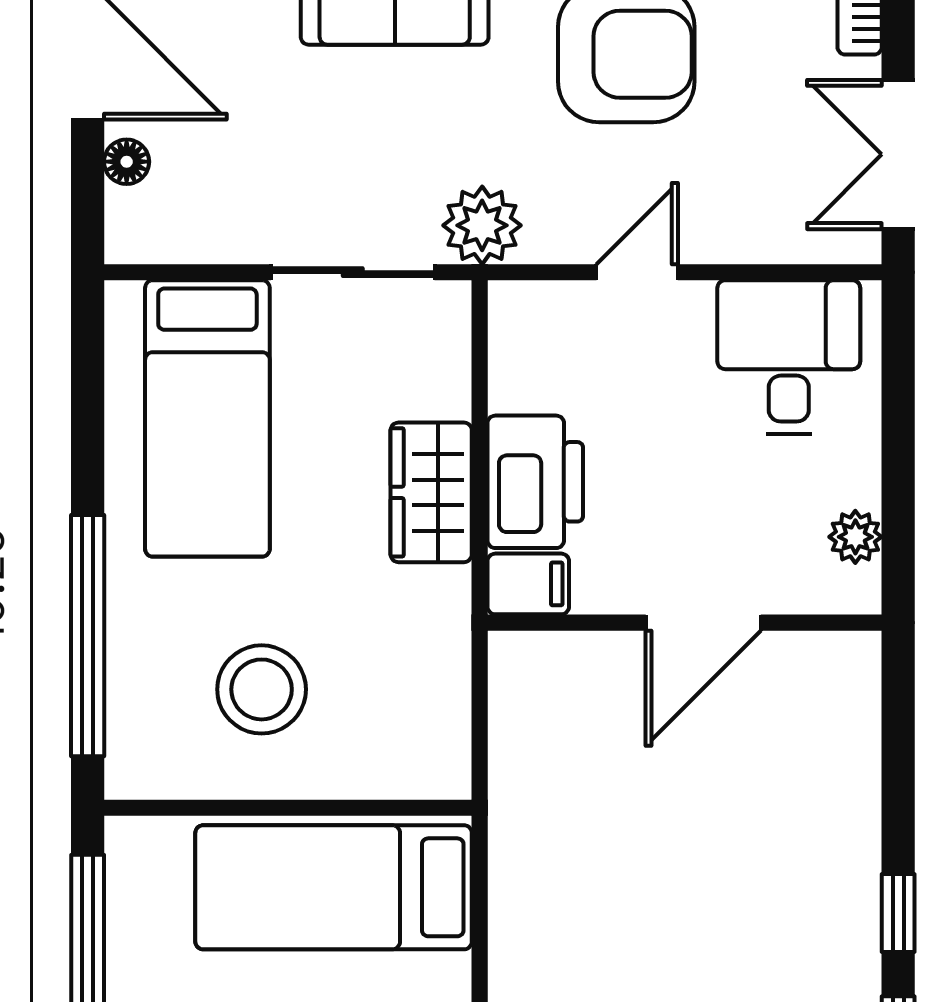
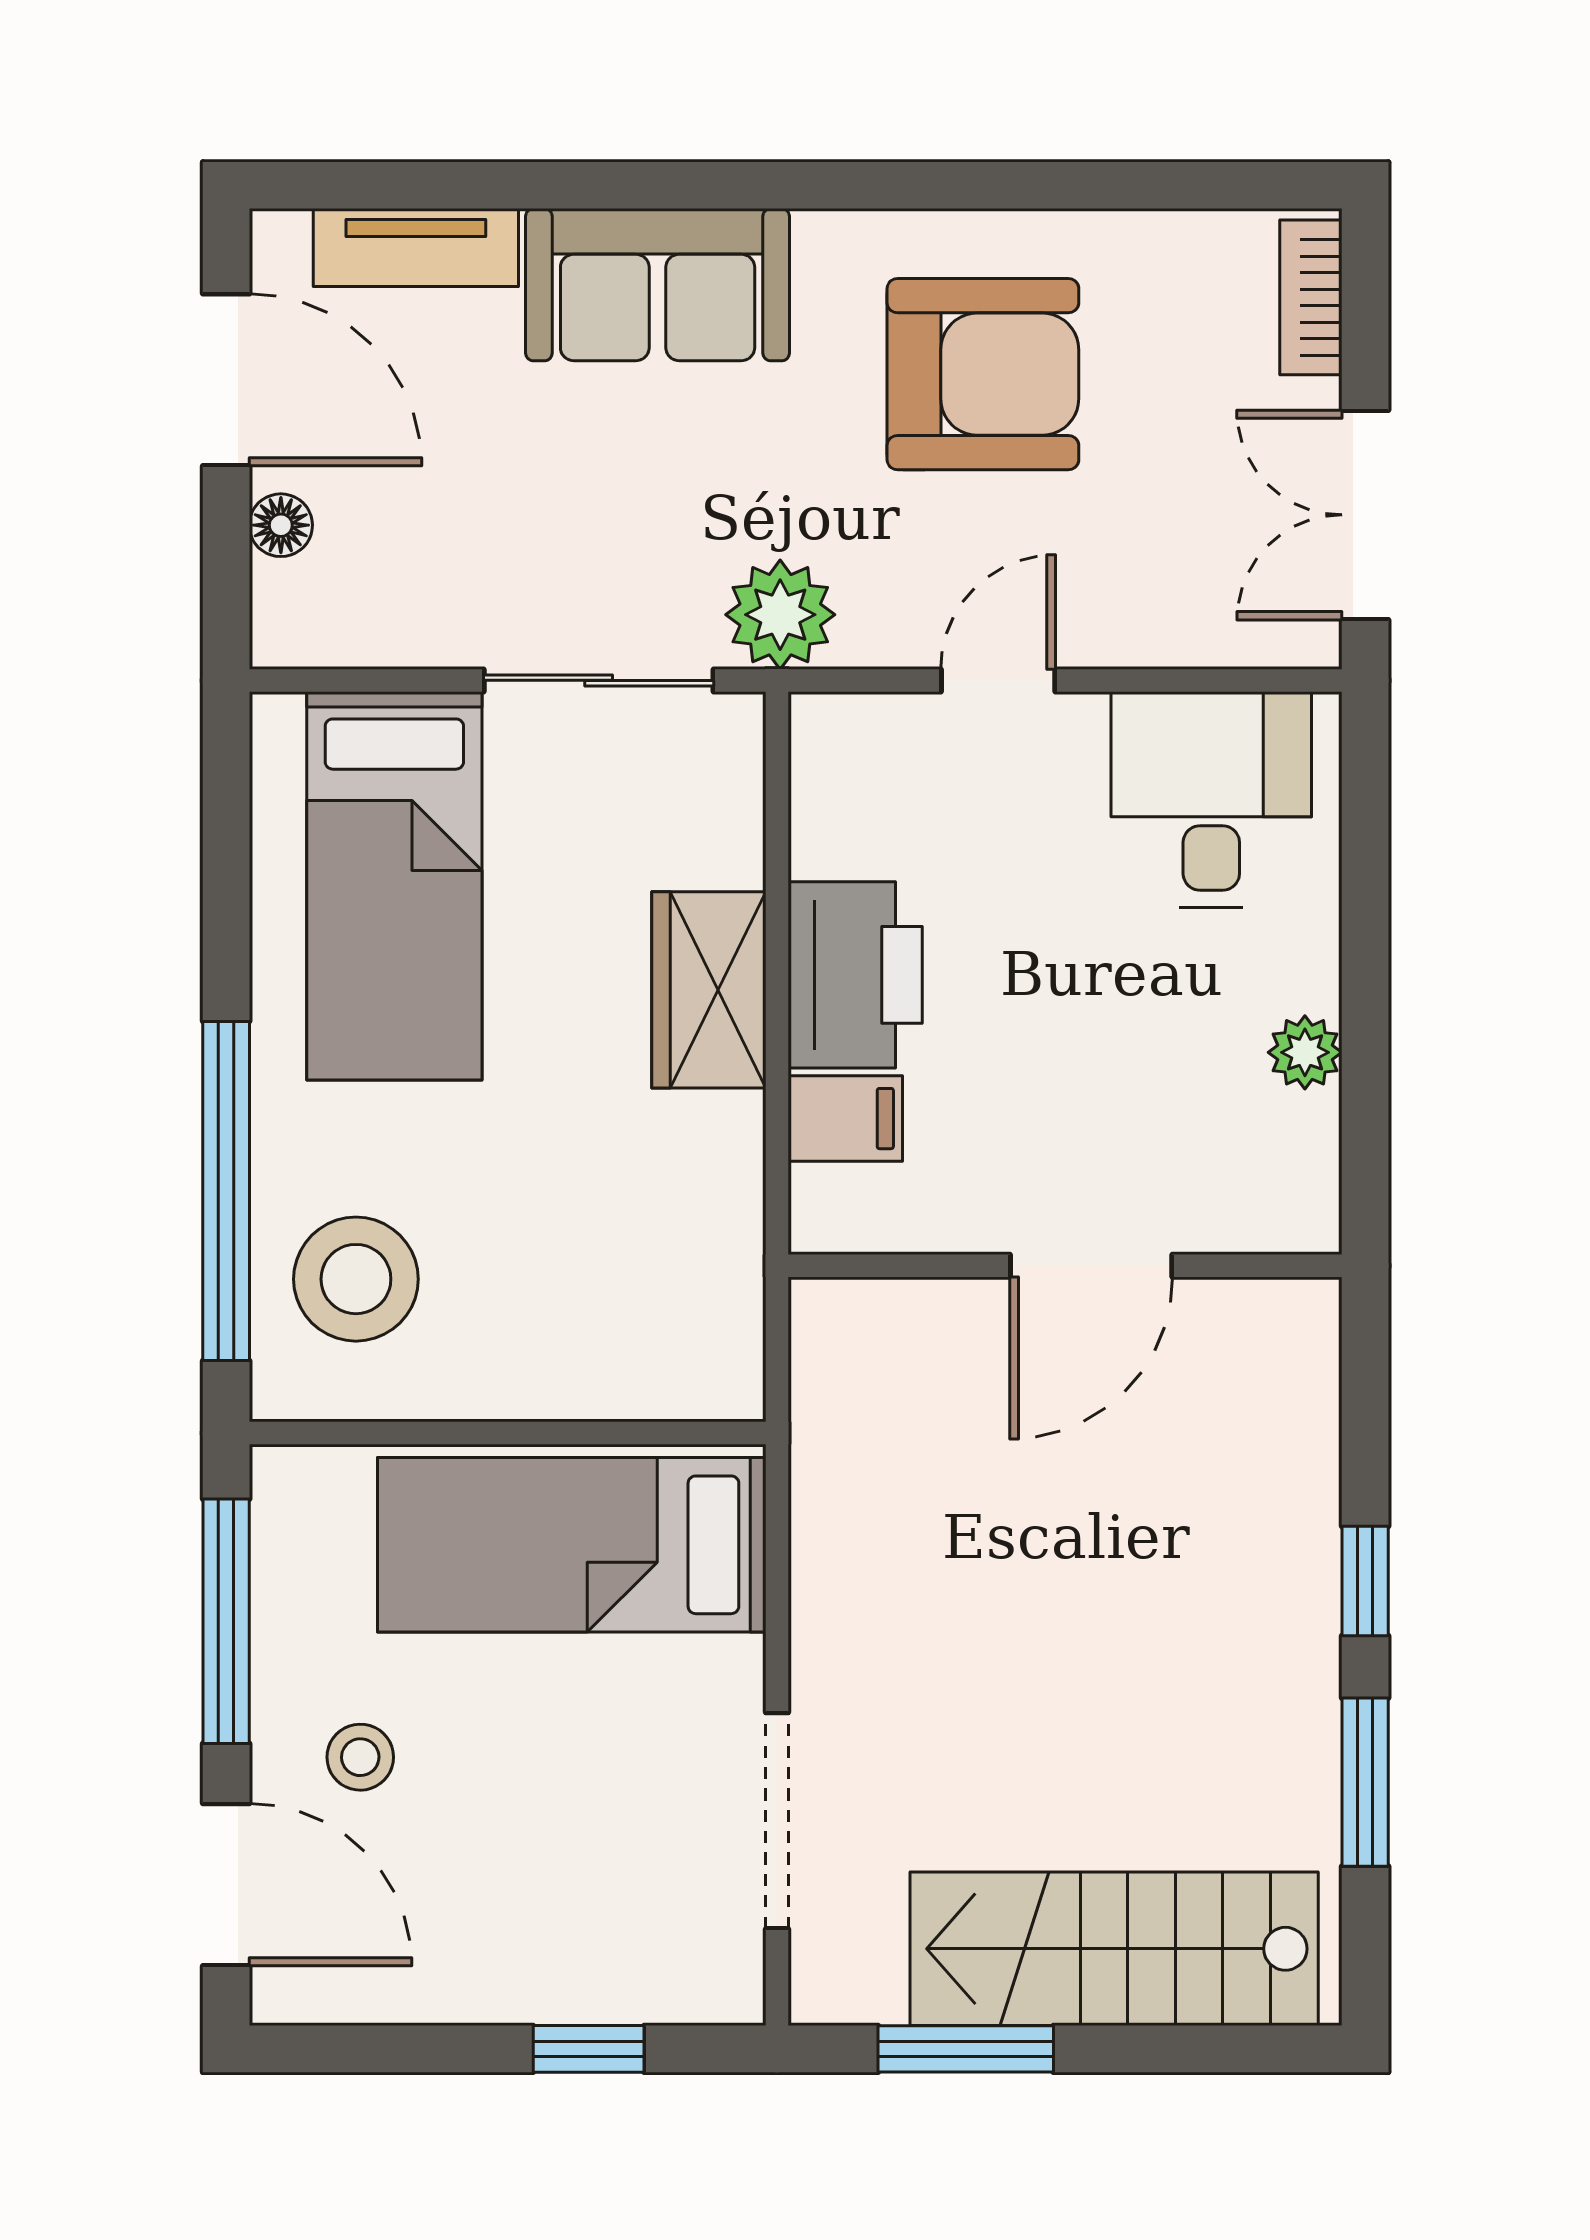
wall: (685, 623) -> (1065, 1266), moved
door: (703, 623) -> (1091, 1266), moved
stool: (262, 689) -> (356, 1279), moved

